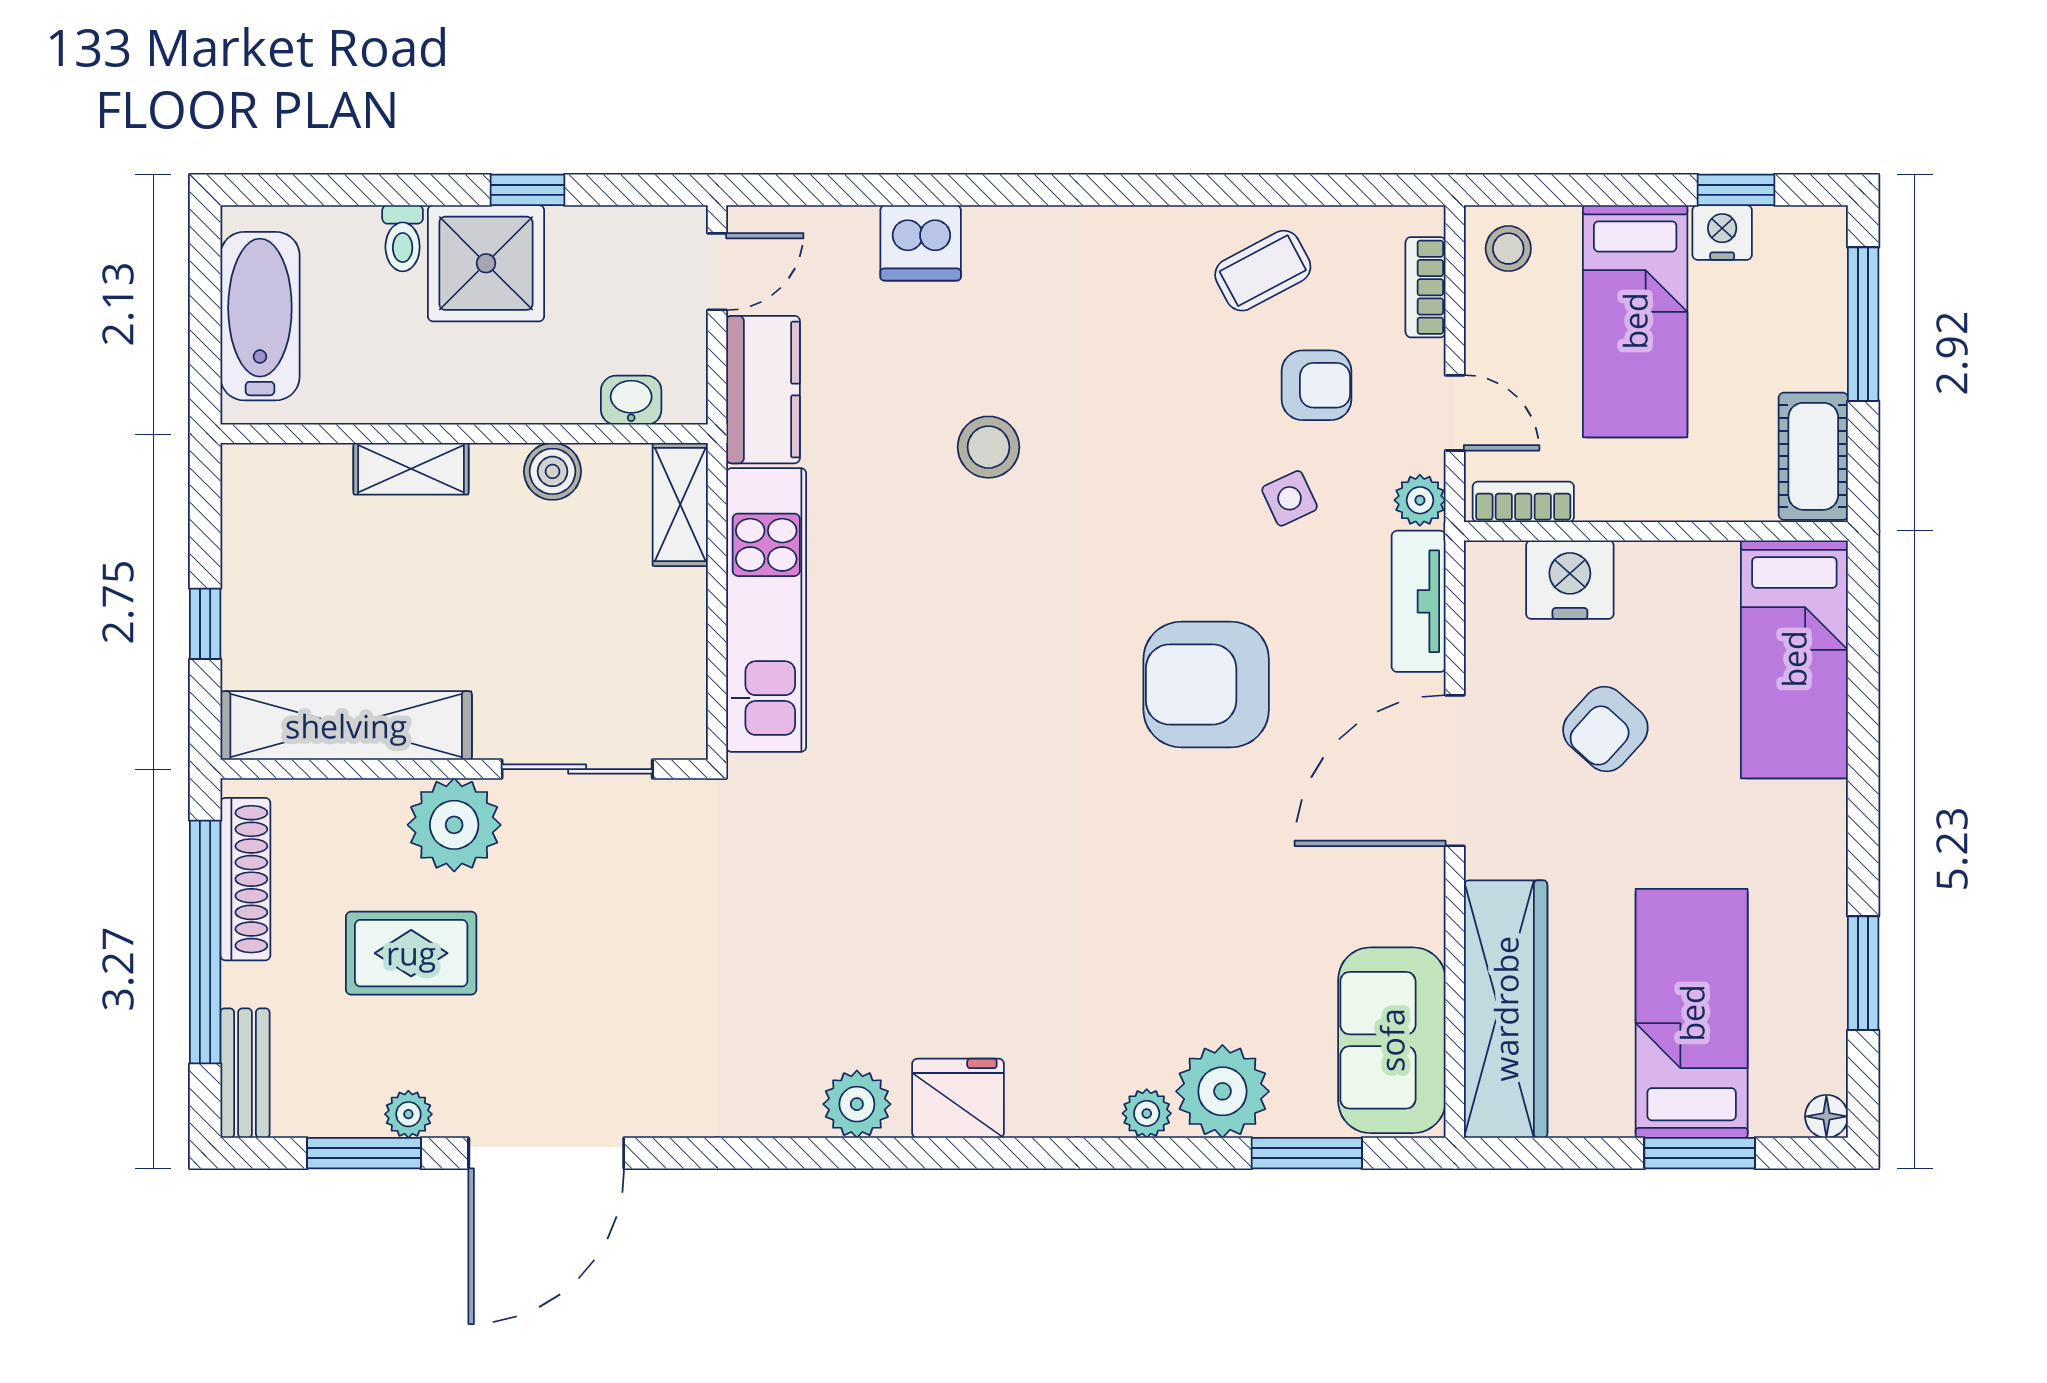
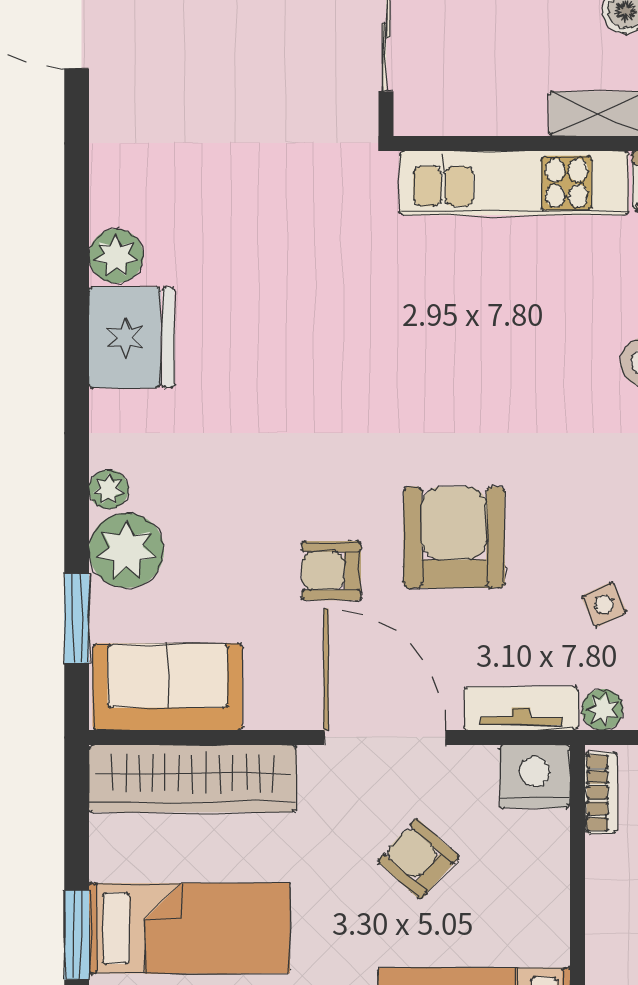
nightstand: (1570, 580) -> (535, 777), moved, turned -90
armchair: (1248, 837) -> (331, 571), added
fridge: (958, 1098) -> (132, 337), width x1.36, depth x1.34

